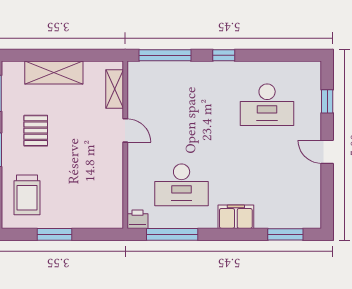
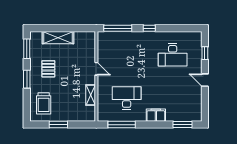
shelving: (115, 89) -> (91, 95), moved
desk: (182, 185) -> (127, 98), turned 180
printer: (137, 219) -> (103, 116), removed

